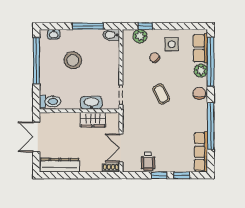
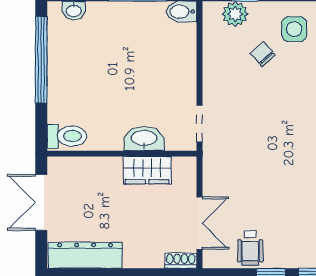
stool: (73, 60) -> (109, 59), removed
coffee table: (161, 94) -> (275, 122), removed
double door: (121, 148) -> (199, 223), swing flipped

